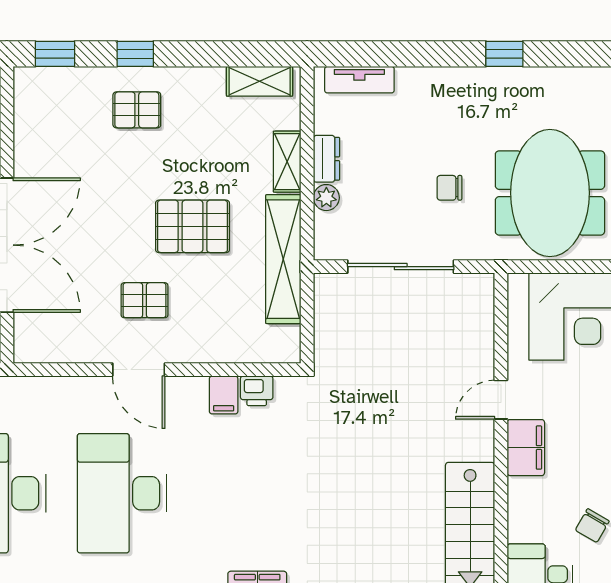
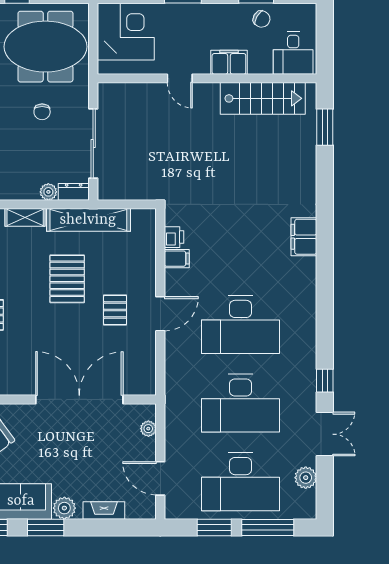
dresser: (326, 159) -> (74, 192), moved
filing cabinet: (526, 448) -> (229, 62), moved

